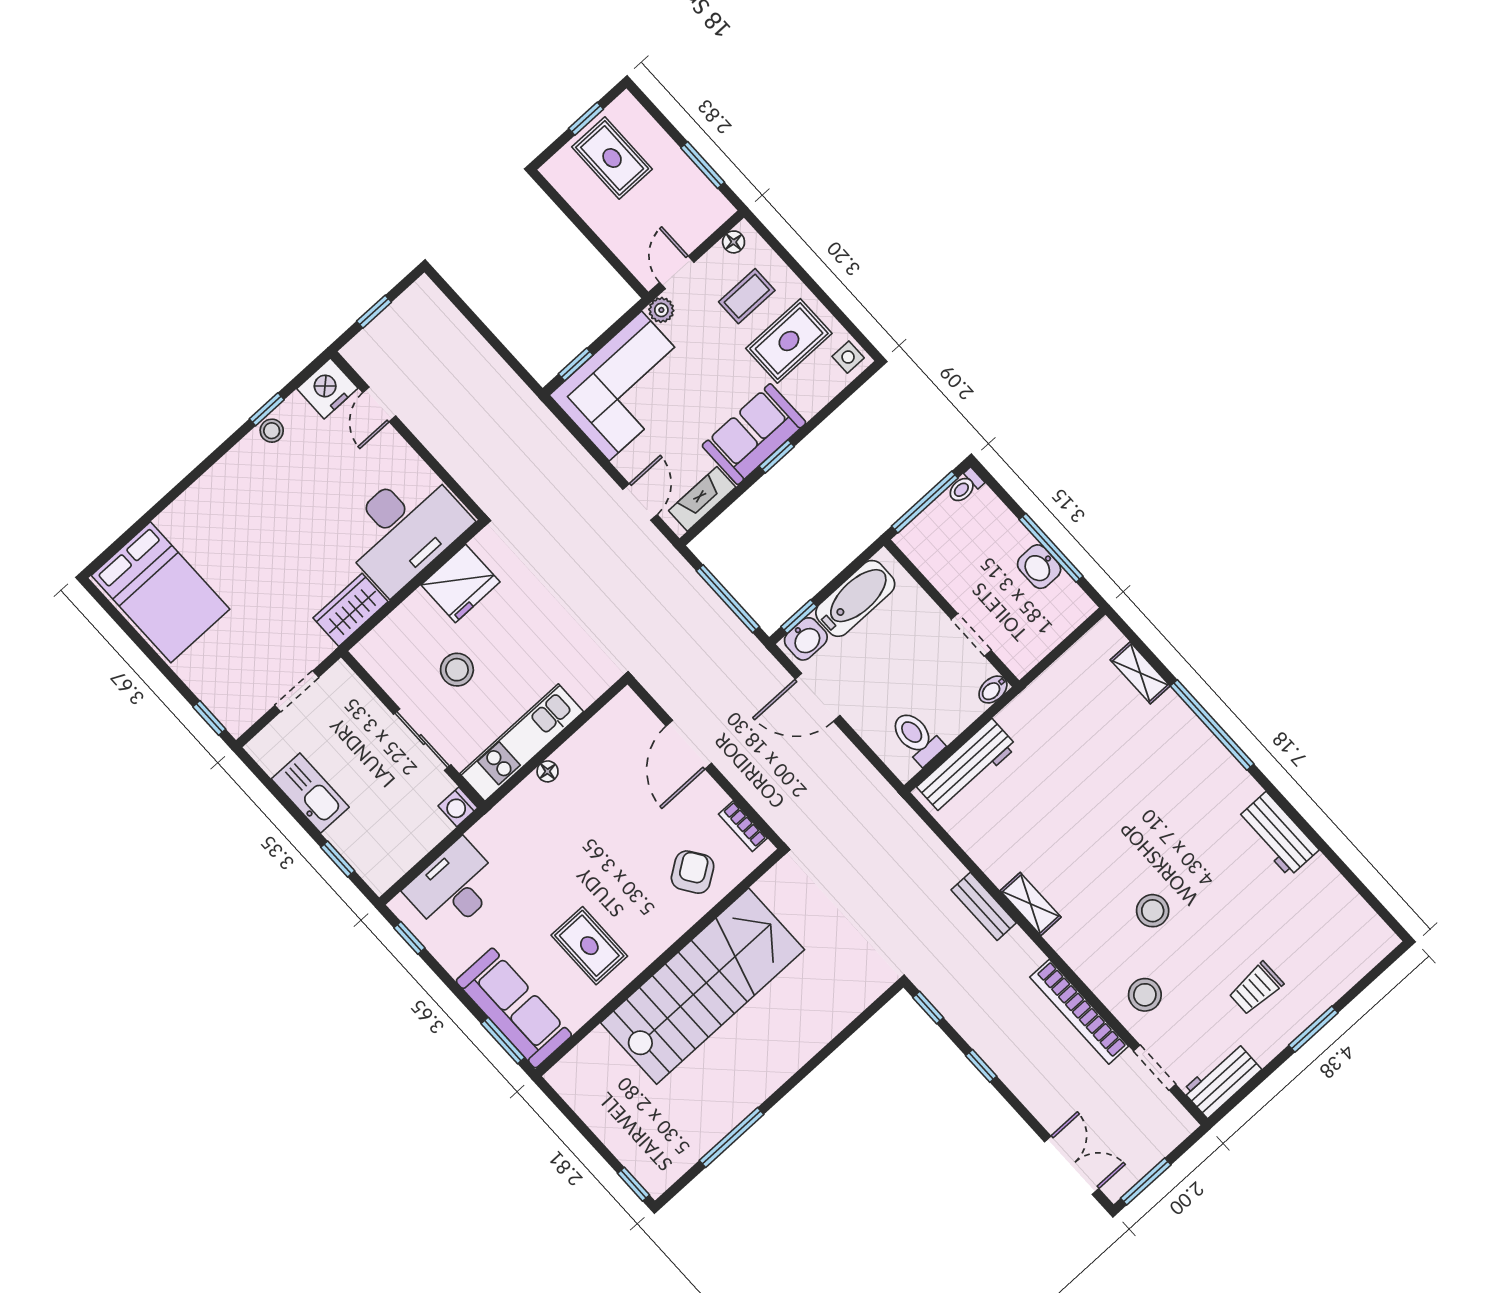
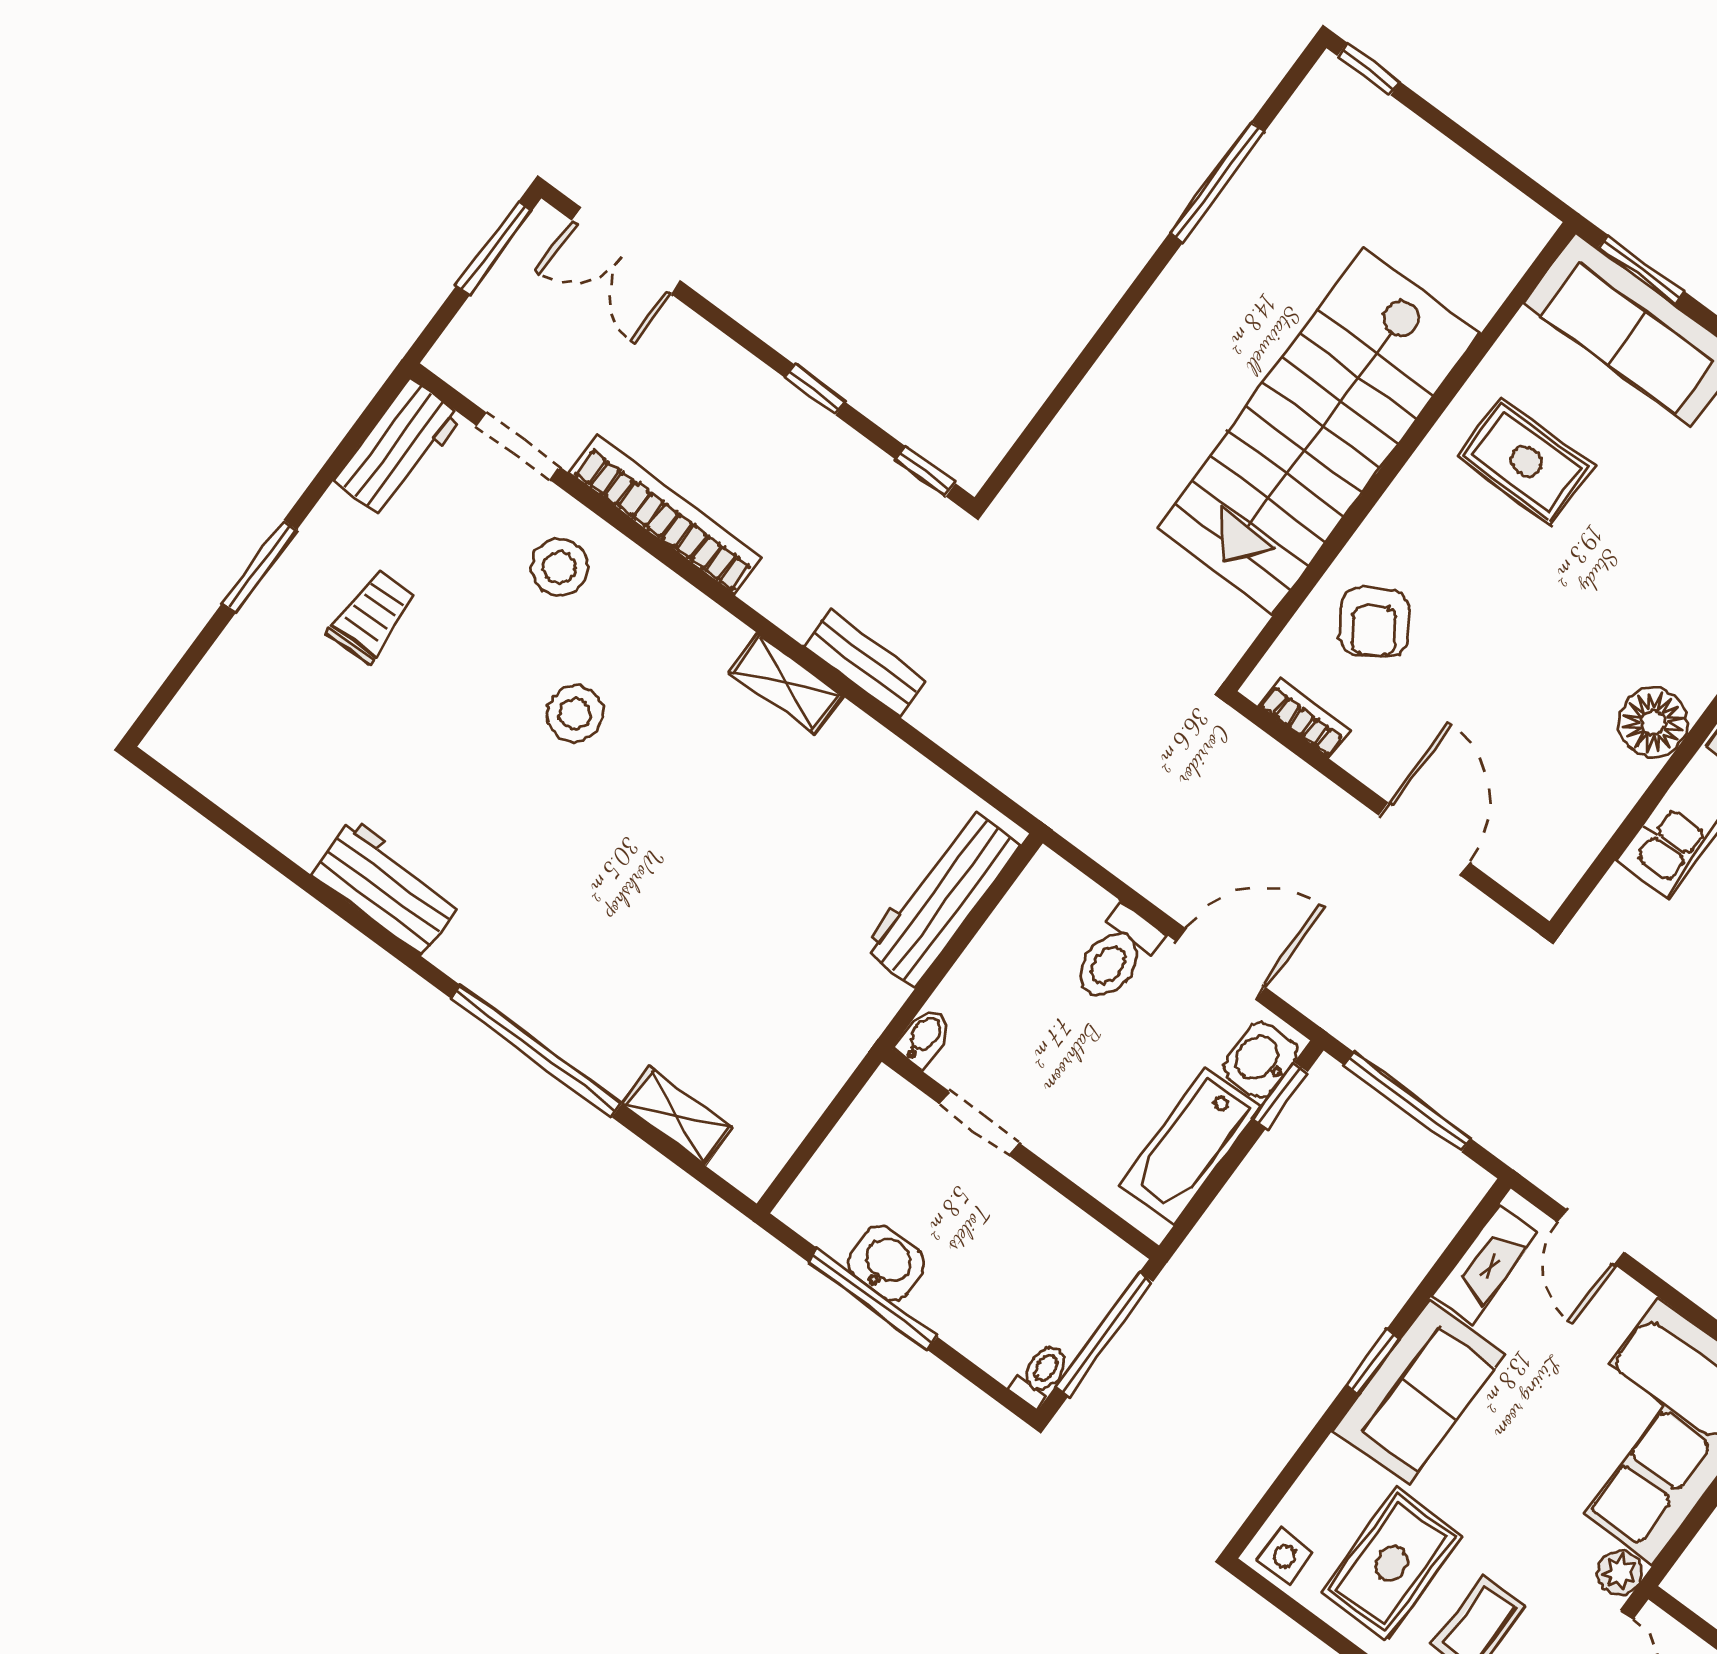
toilet: (917, 738) -> (1116, 955), moved, turned 90
floor lamp: (548, 771) -> (1653, 723), width x1.89, depth x1.89

